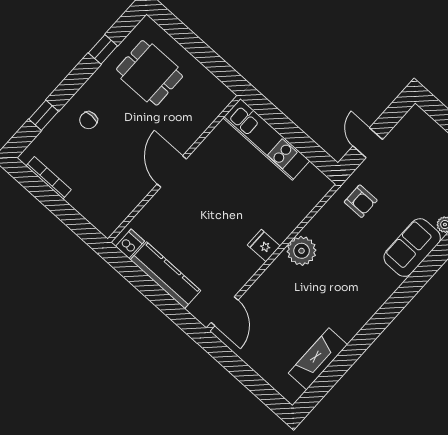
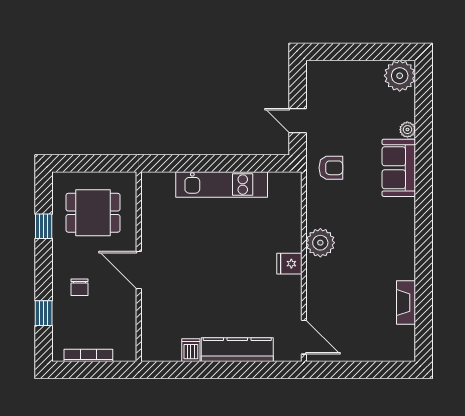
wall: (174, 169) -> (139, 267), moved
door: (172, 171) -> (139, 270), moved
fireplace: (318, 359) -> (406, 303), width x0.73, depth x0.76

